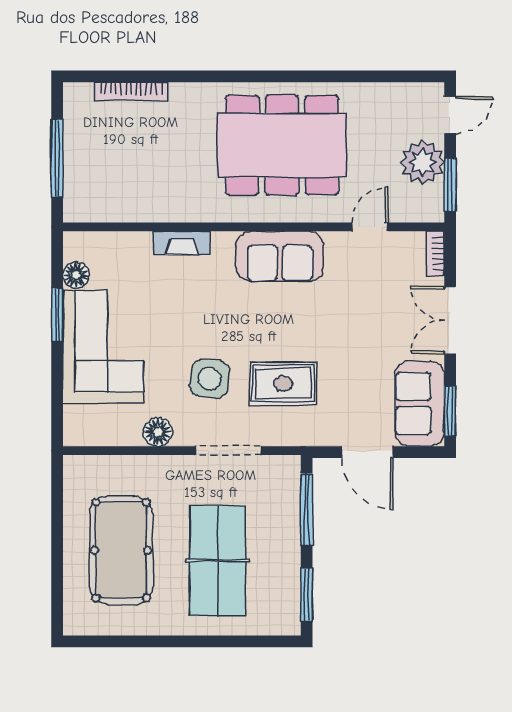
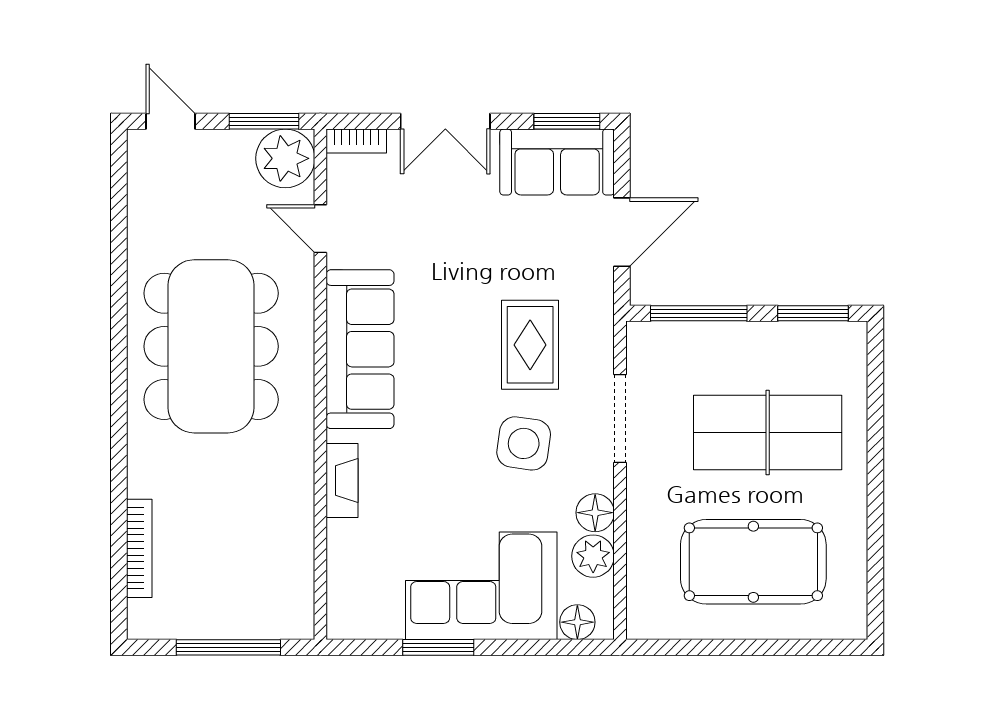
plant: (422, 162) -> (285, 158), moved
sofa: (280, 256) -> (360, 349), width x1.36
floor lamp: (76, 275) -> (577, 622), moved
plant: (125, 430) -> (593, 556), added

